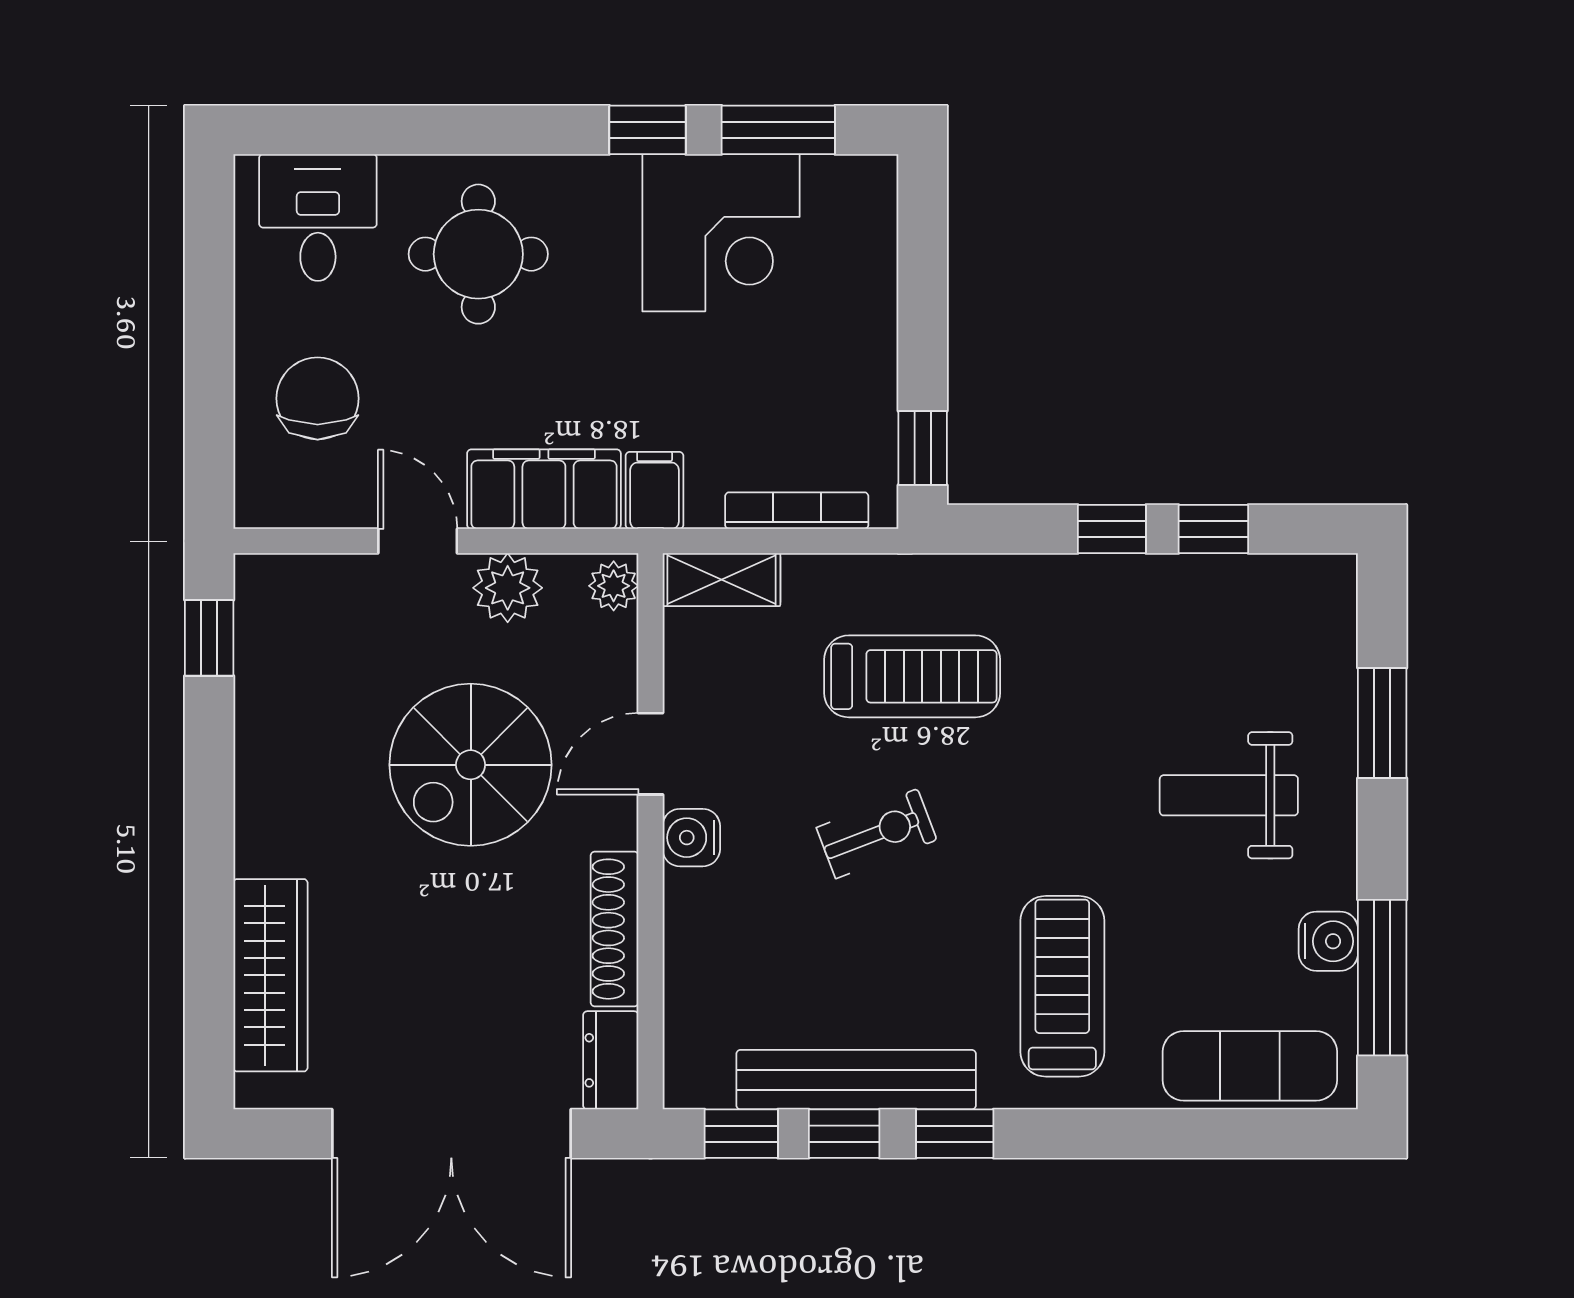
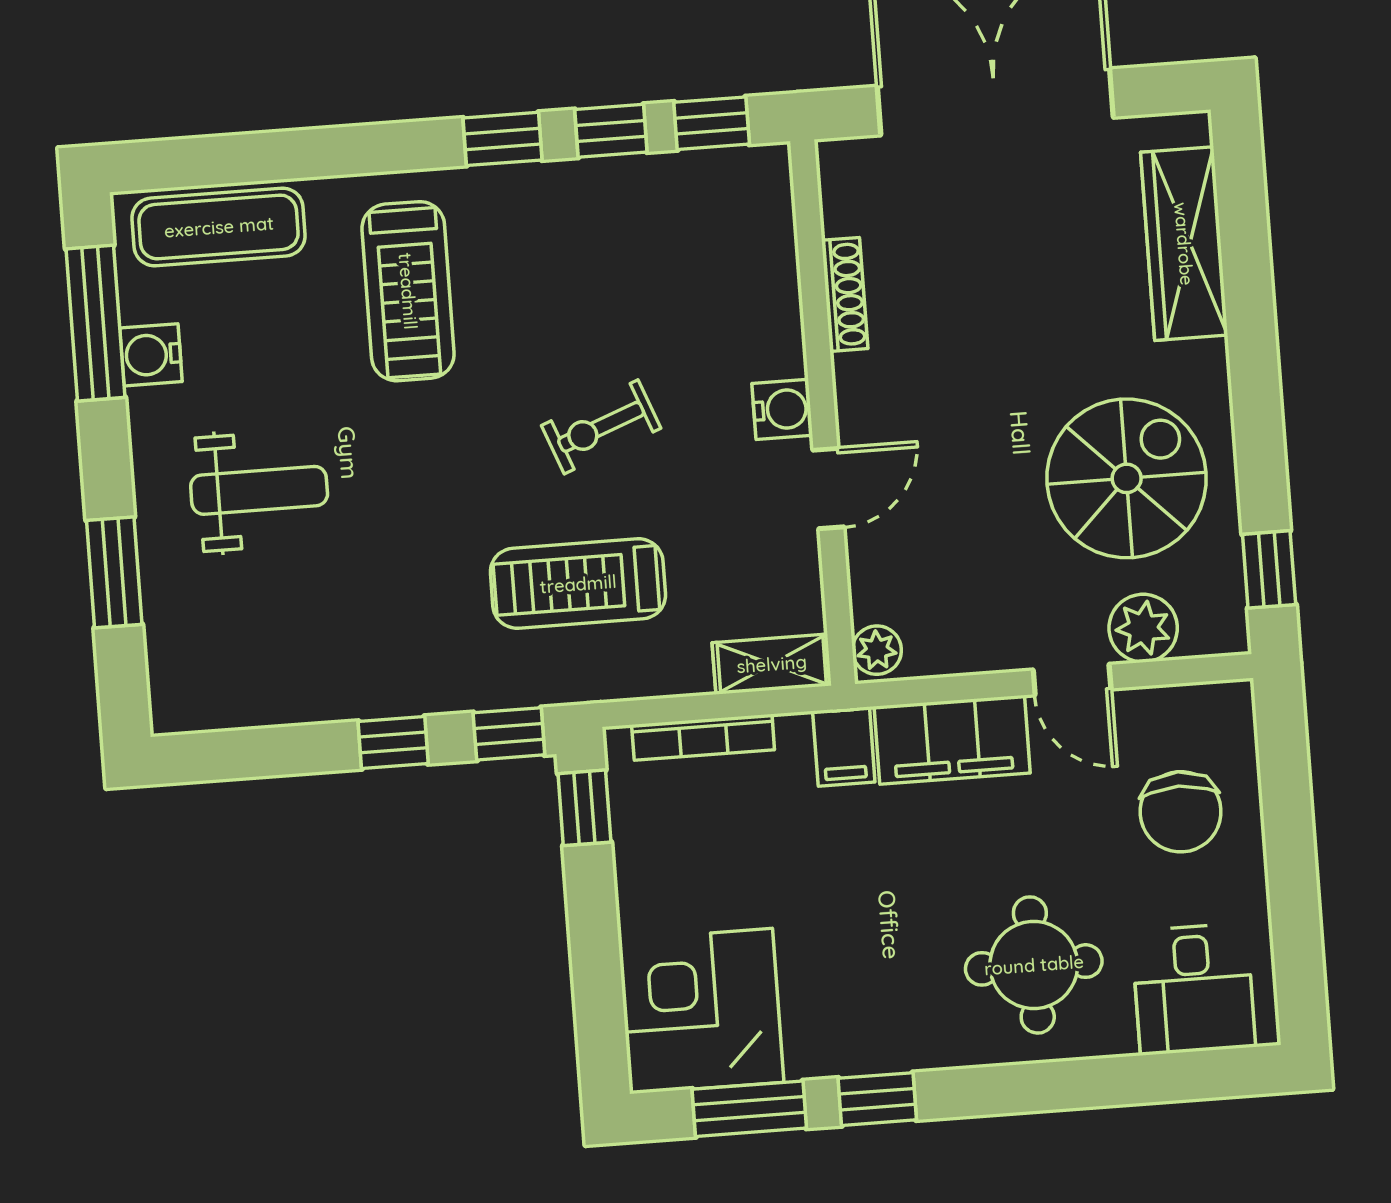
corner desk: (721, 233) -> (701, 1011), moved
window: (1213, 529) -> (509, 734), moved
plant: (508, 588) -> (1143, 628), moved
spiral stairs: (471, 765) -> (1127, 478), moved
shoe rack: (615, 929) -> (845, 294), width x0.74, depth x0.81
dresser: (611, 1060) -> (845, 185), removed
bench: (856, 1080) -> (603, 185), removed

